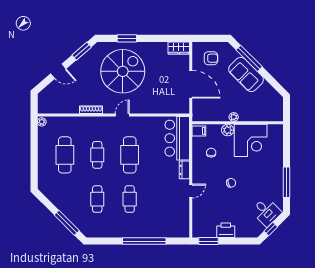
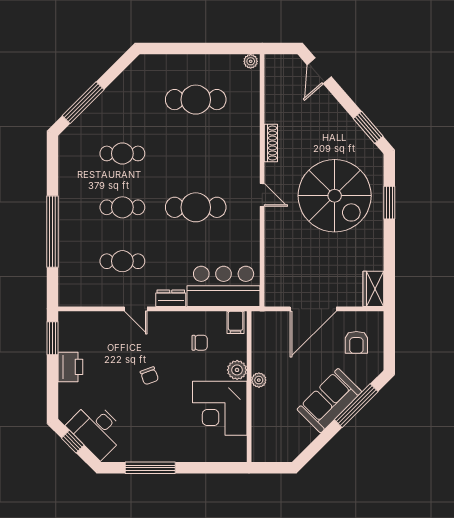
door: (58, 71) -> (319, 71), moved
cafe table: (97, 155) -> (122, 261), moved
desk: (266, 212) -> (97, 430), width x1.37

